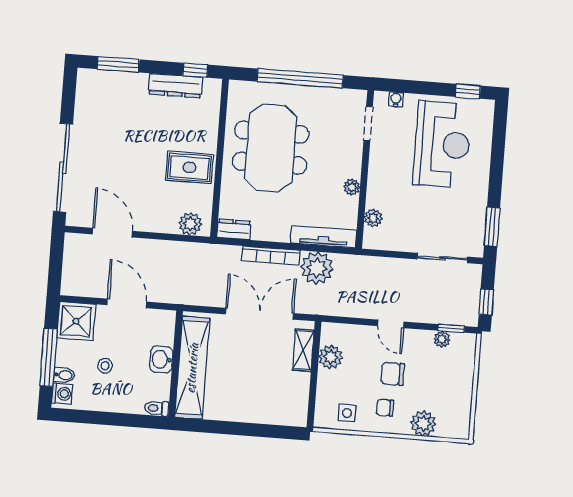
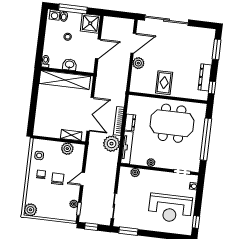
plant: (190, 224) -> (138, 63), moved
dresser: (234, 229) -> (130, 122), moved
plant: (423, 423) -> (30, 210), moved

